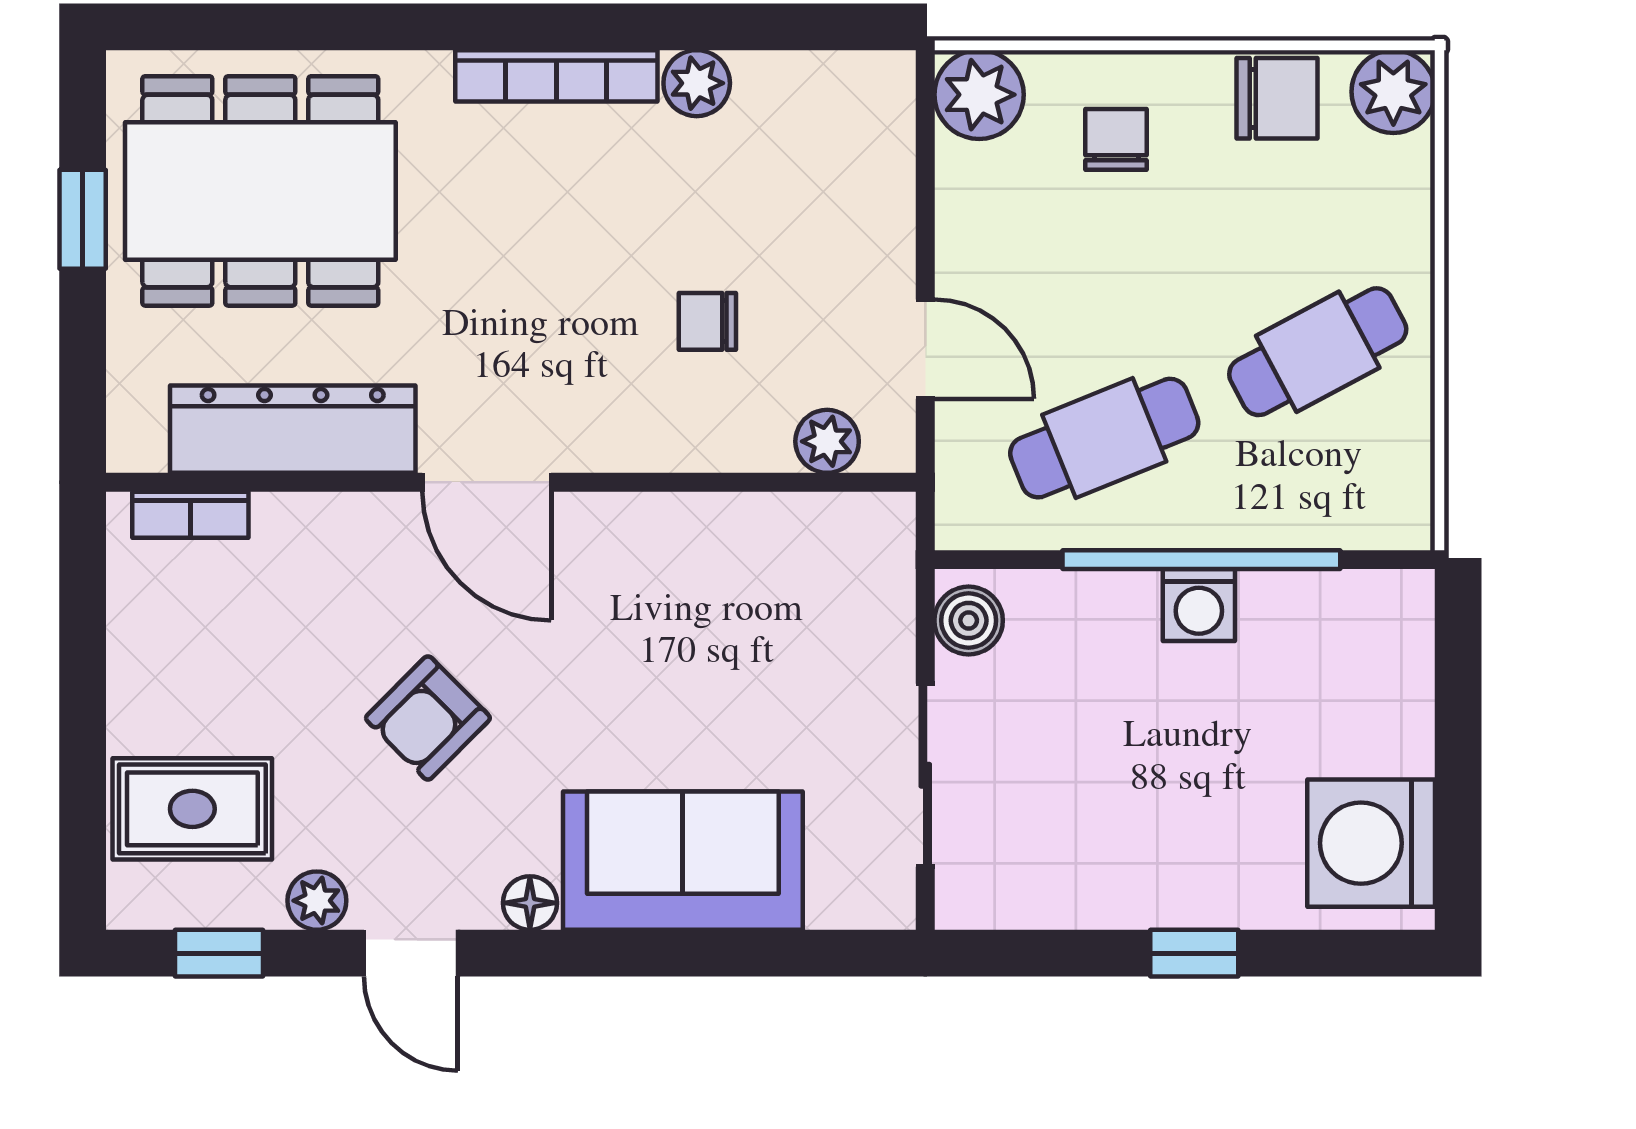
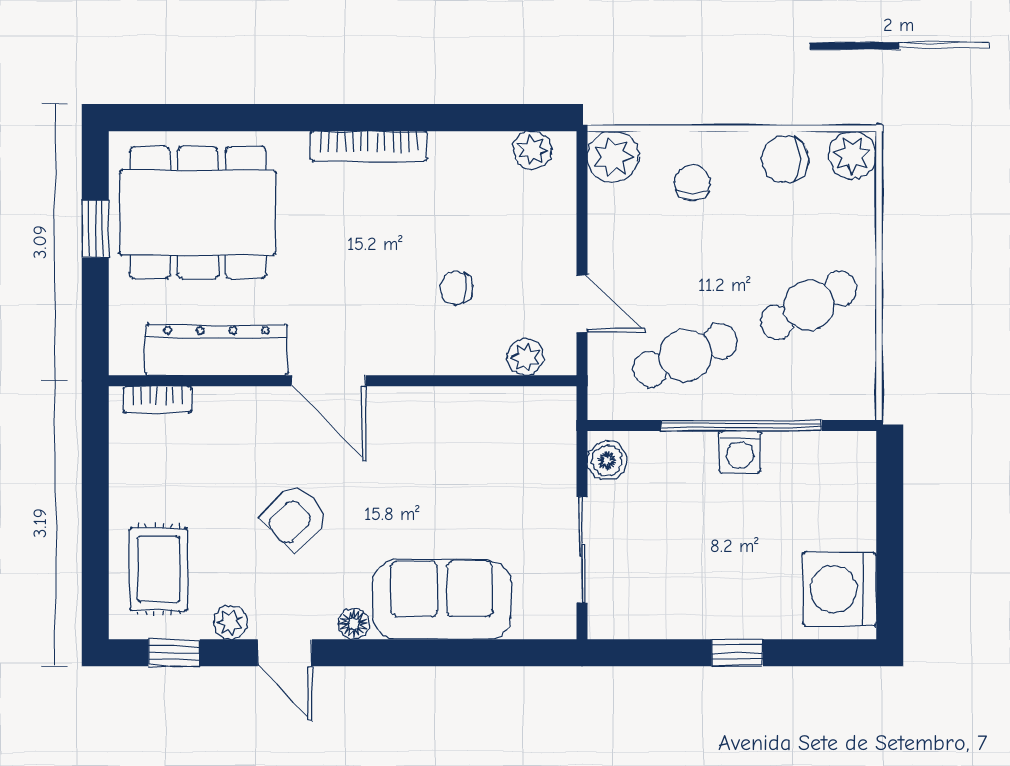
plant: (697, 83) -> (532, 150), moved
chair: (1277, 98) -> (785, 159), turned 180
rug: (192, 809) -> (159, 569), turned 90

